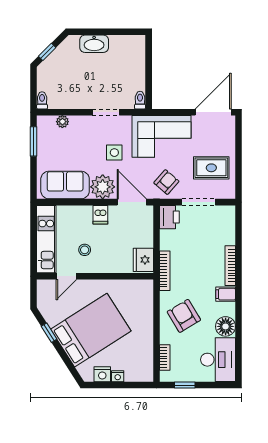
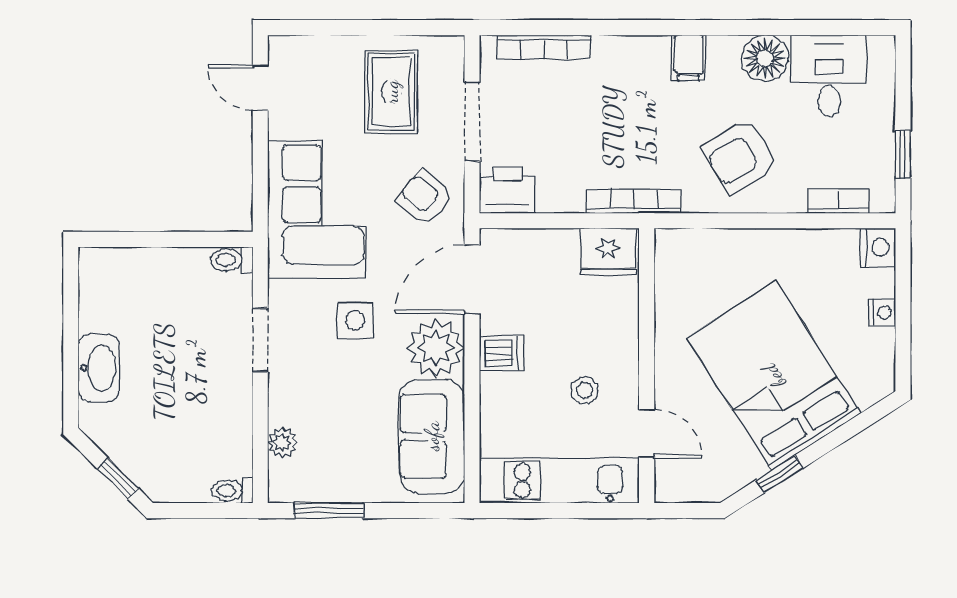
door: (213, 112) -> (260, 88), width x0.53
bookcase: (230, 266) -> (544, 47), moved
desk: (218, 360) -> (829, 76), width x0.73
nightstand: (102, 374) -> (878, 248), moved

